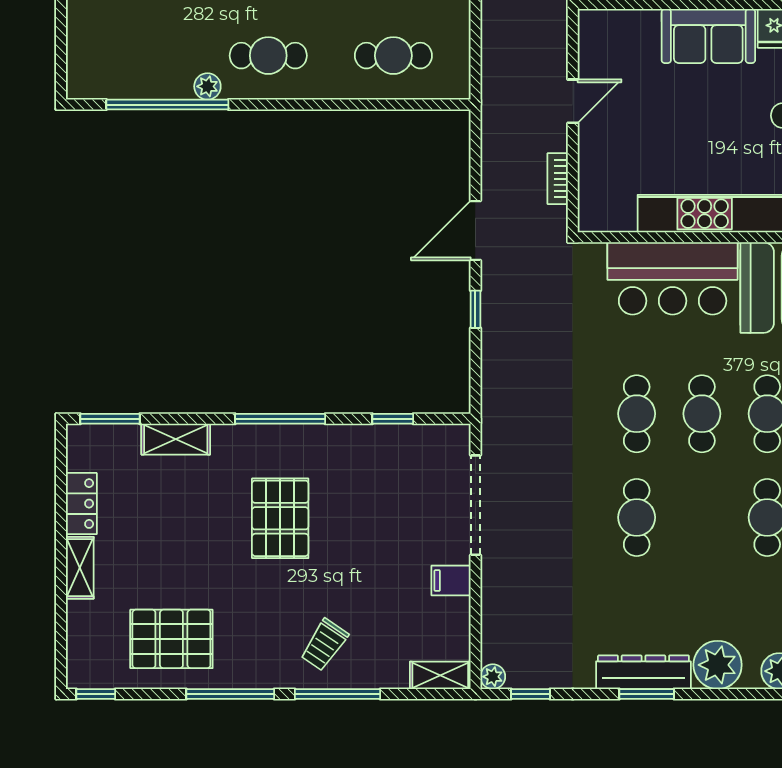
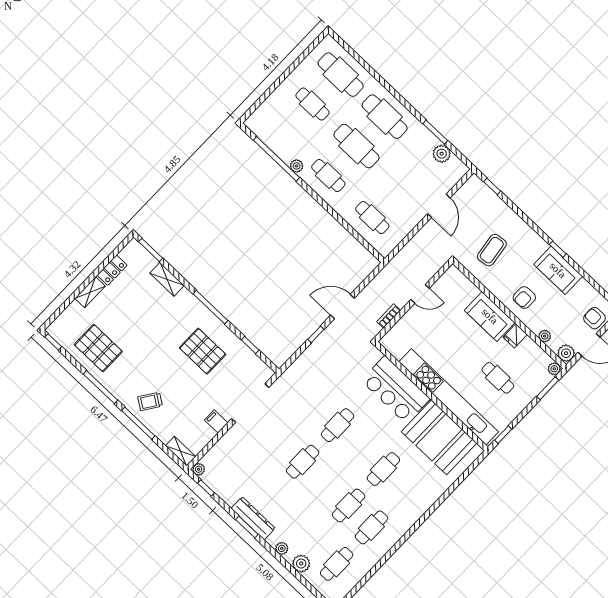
cafe table: (702, 414) -> (360, 447), removed
pallet: (280, 518) -> (203, 351), moved, turned 90
plant: (718, 665) -> (282, 548), width x0.53, depth x0.53

